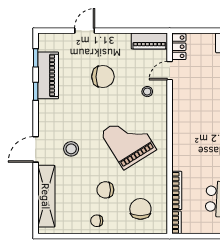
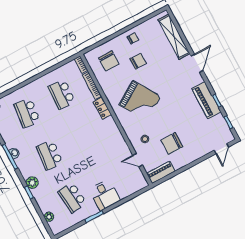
door: (85, 31) -> (221, 149), moved
locker: (179, 47) -> (102, 108), moved
door: (170, 71) -> (138, 160), swing flipped
piano: (48, 75) -> (206, 100), moved
chair: (103, 77) -> (172, 143), moved
stool: (71, 149) -> (174, 76), removed

